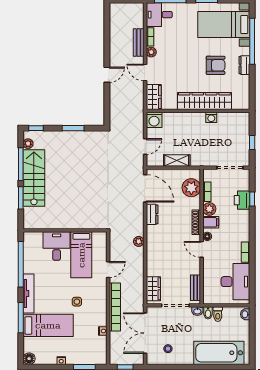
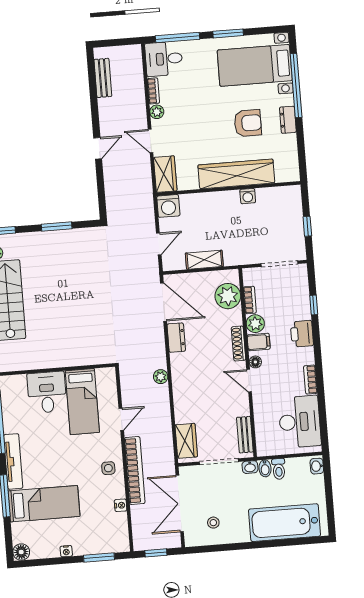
bench: (139, 42) -> (103, 78), moved
printer: (242, 200) -> (302, 334), moved
side table: (77, 302) -> (108, 468), moved

